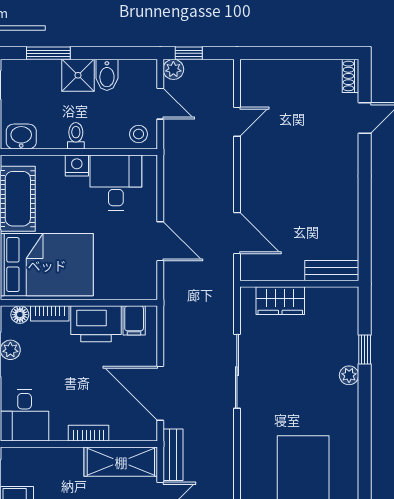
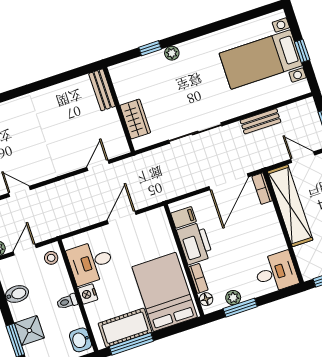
shower: (78, 75) -> (29, 330), moved
door: (237, 233) -> (98, 165), width x0.73
bookcase: (89, 433) -> (262, 189), moved
bench: (173, 455) -> (261, 121), moved
shelving: (121, 462) -> (290, 206), width x1.47

